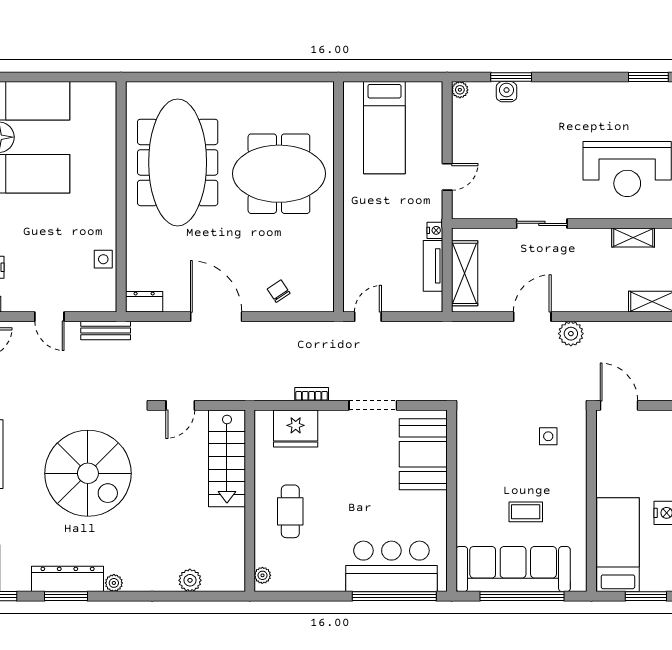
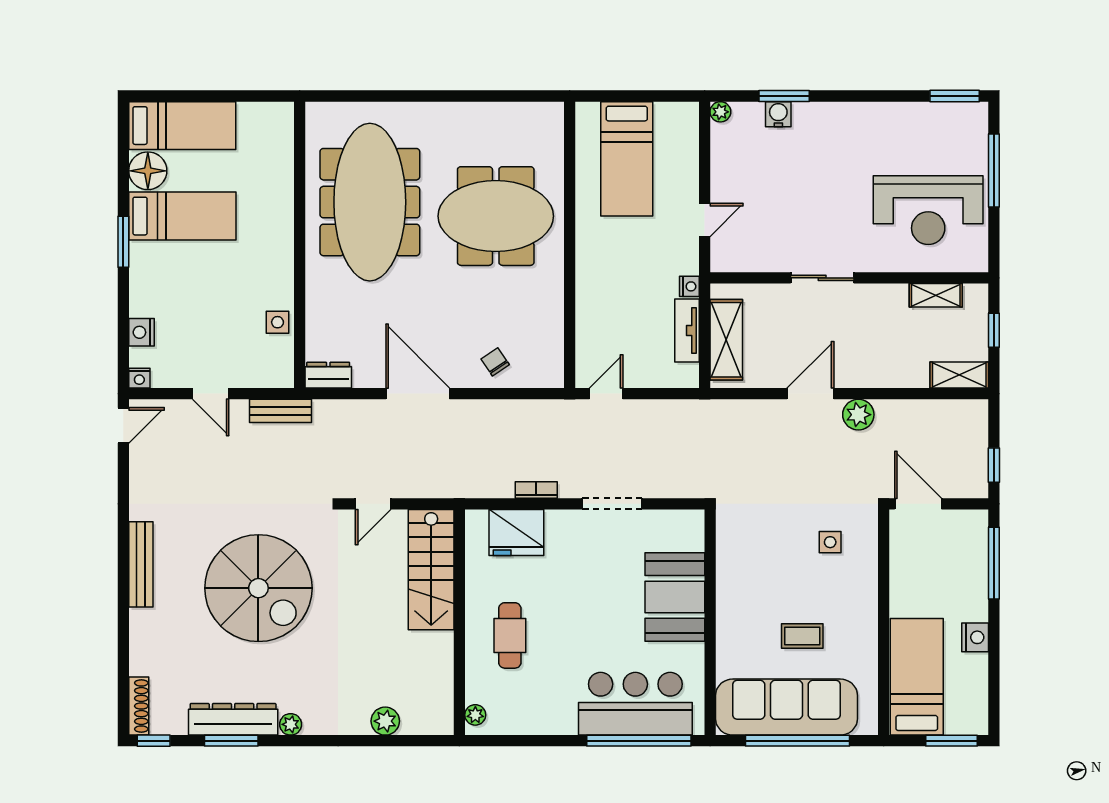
booth: (423, 454) -> (675, 597), moved

